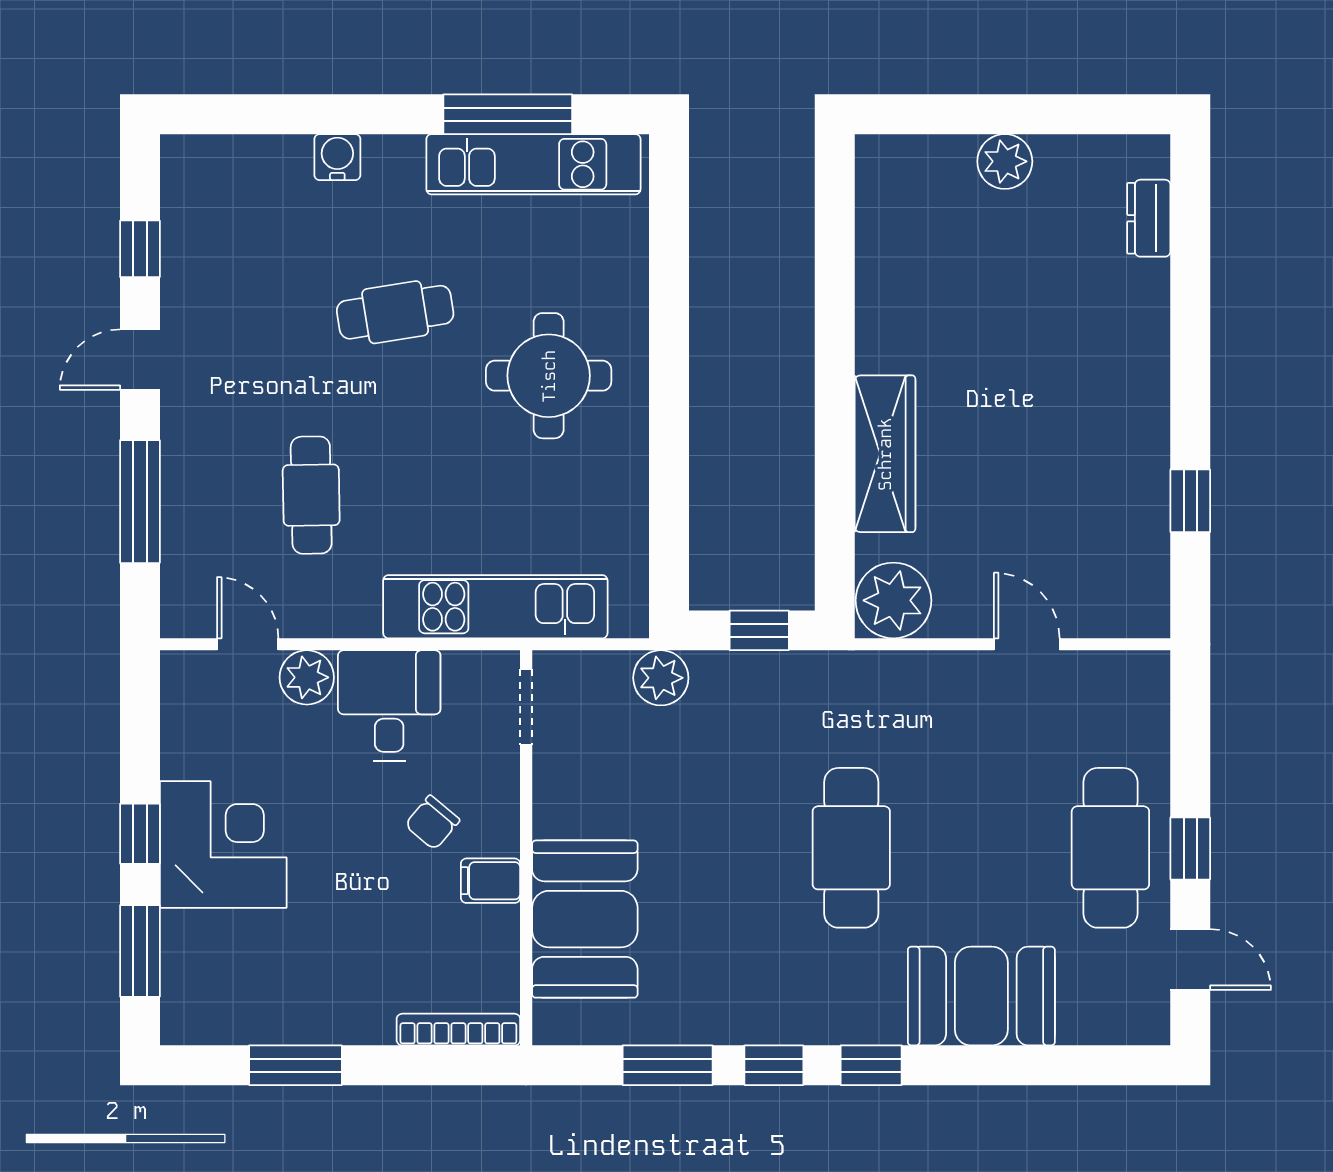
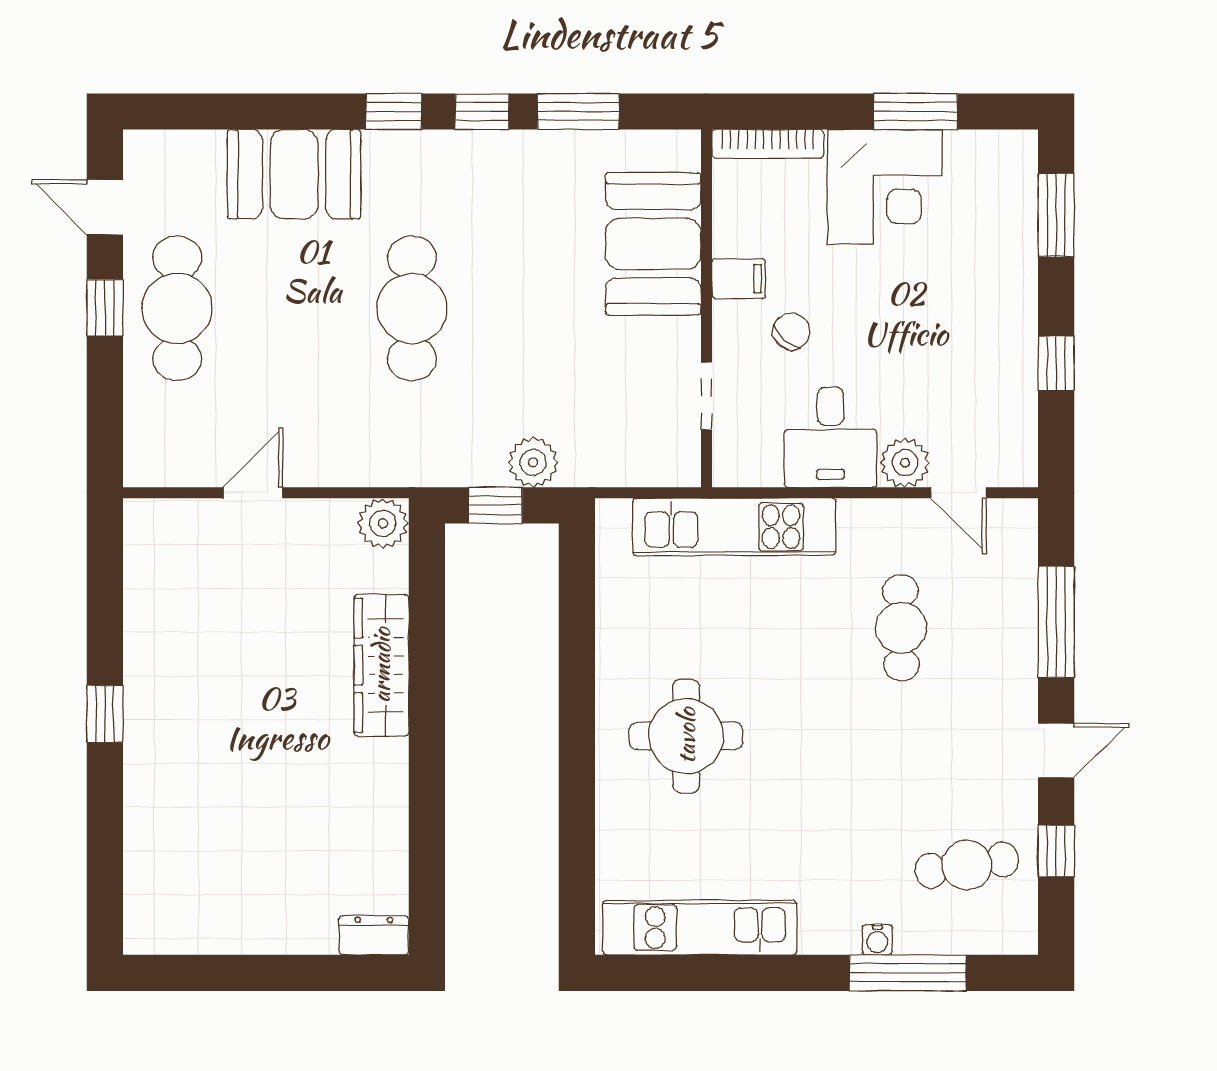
window: (508, 114) -> (908, 973), moved
water cooler: (337, 157) -> (877, 940), width x0.72, depth x0.72
plant: (1005, 161) -> (273, 930), removed
dresser: (1149, 218) -> (374, 935), moved, turned -90
cafe table: (395, 312) -> (967, 865), moved
window: (1190, 501) -> (105, 714), moved
plant: (893, 600) -> (383, 523), width x0.73, depth x0.73
door: (1027, 644) -> (253, 493), swing flipped
plant: (661, 678) -> (533, 462), moved
doorway: (526, 707) -> (706, 396), moved
window: (140, 834) -> (1056, 363), moved
corner desk: (223, 845) -> (885, 187), moved, turned -90

